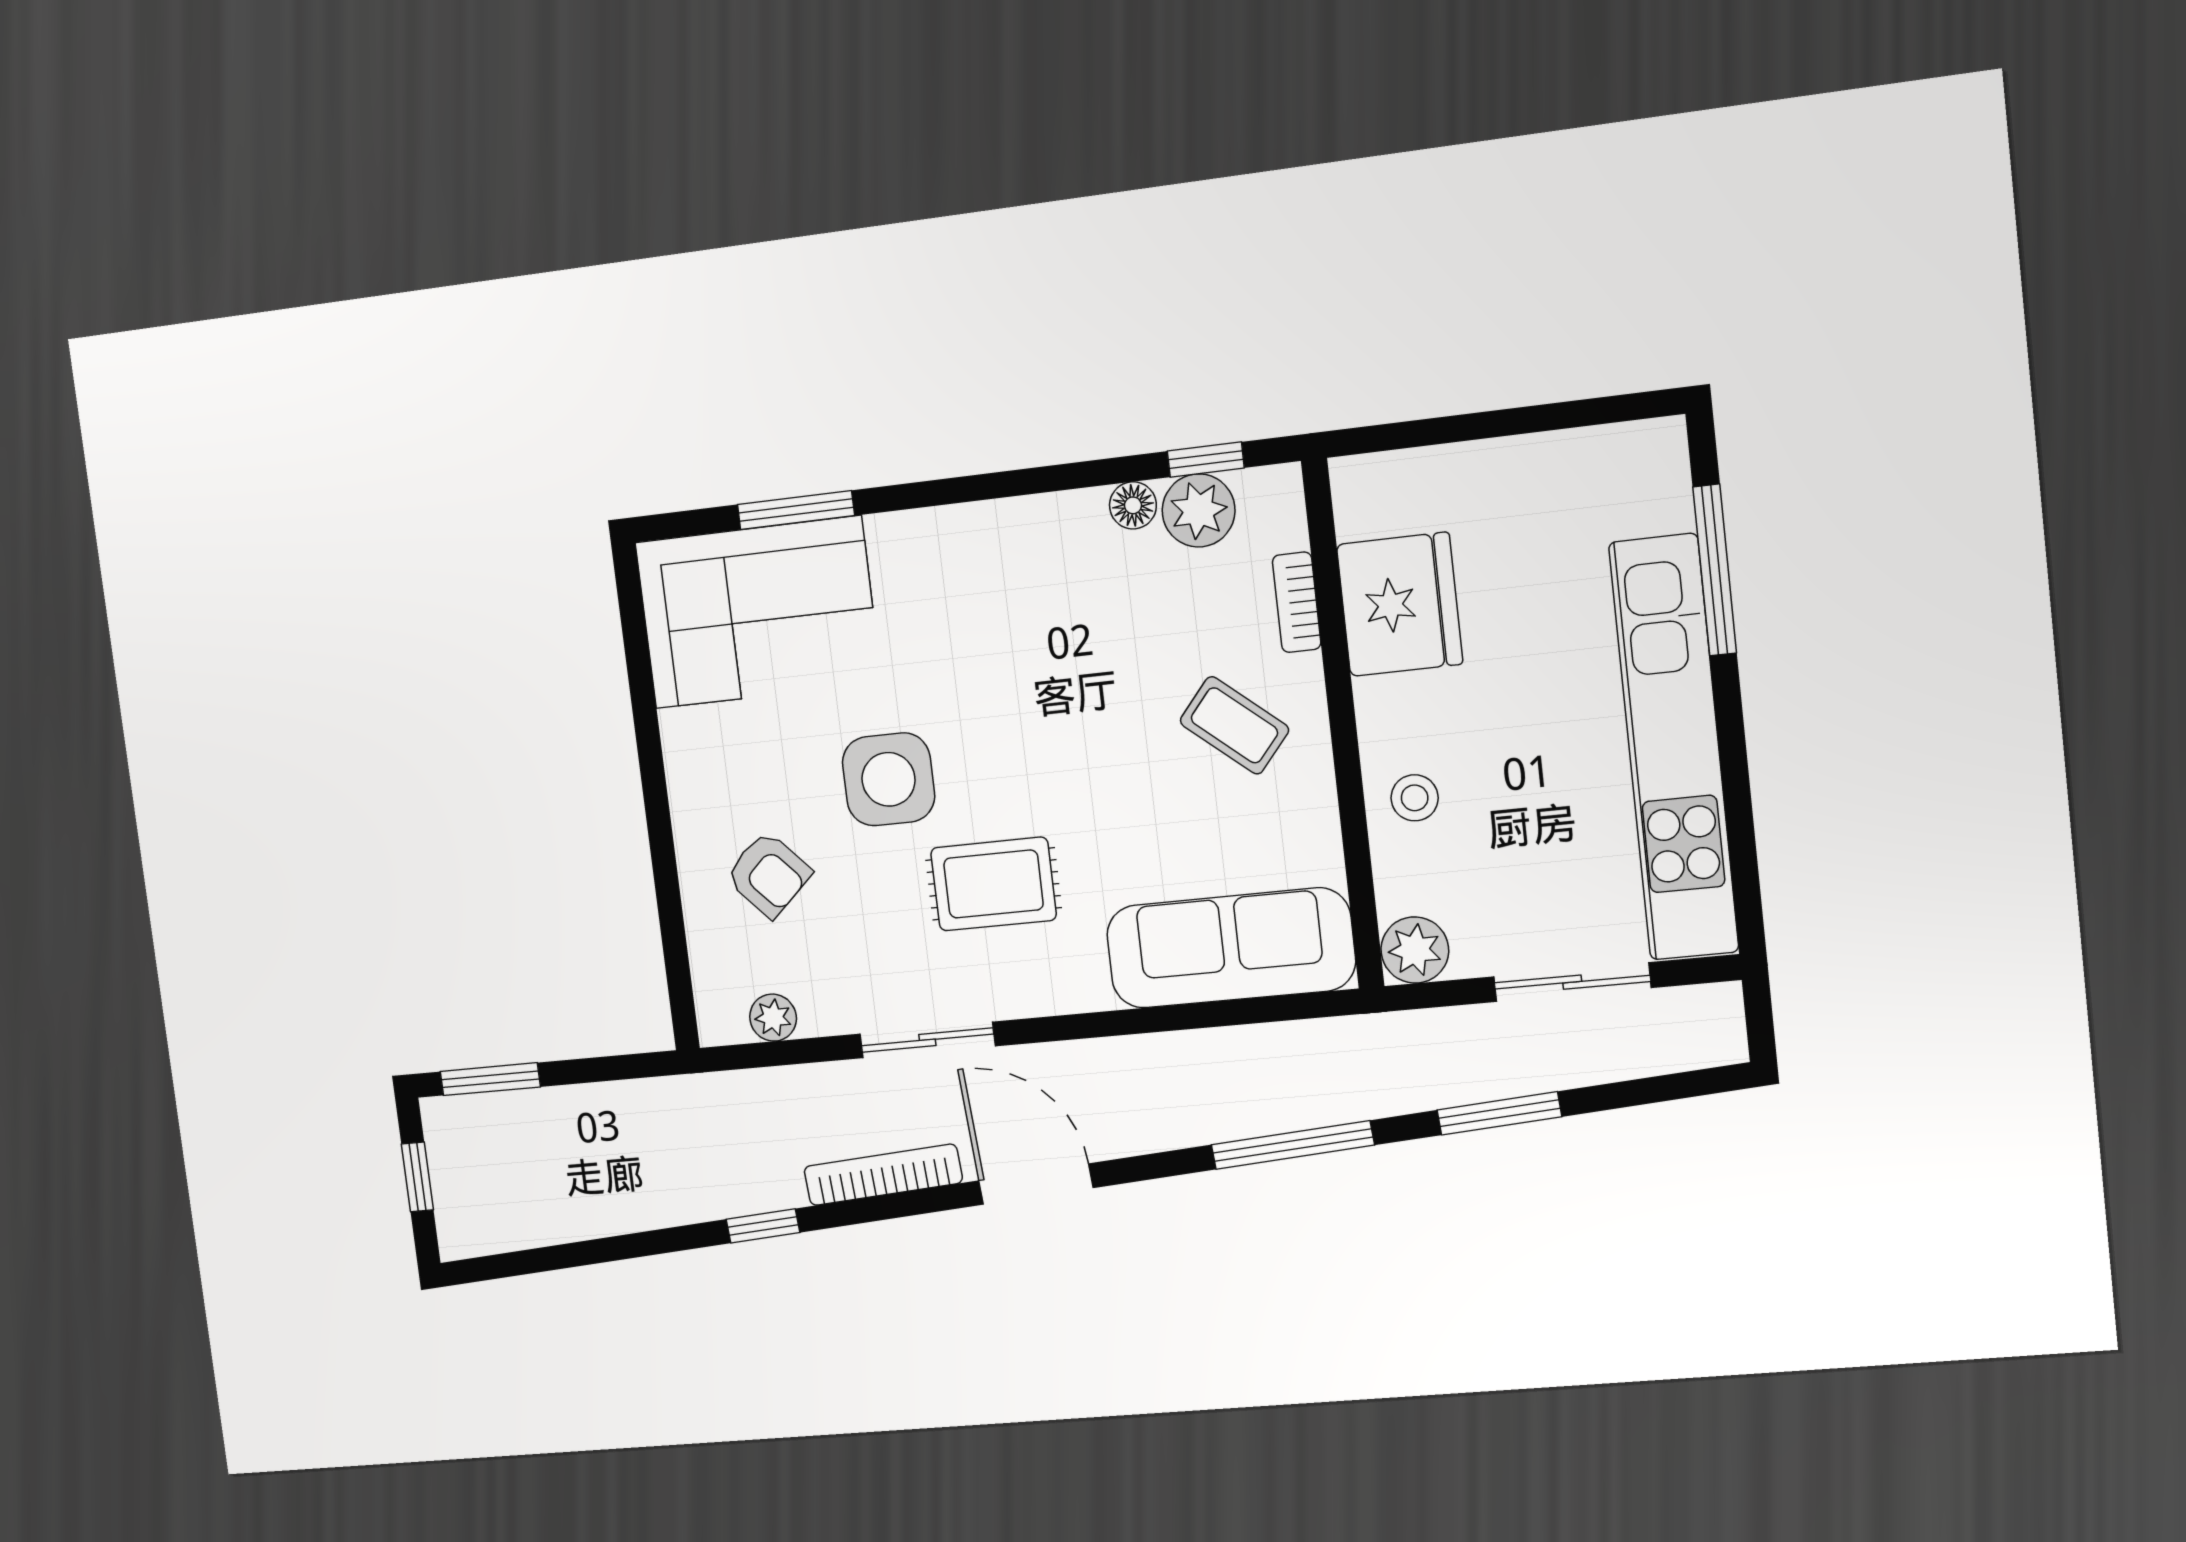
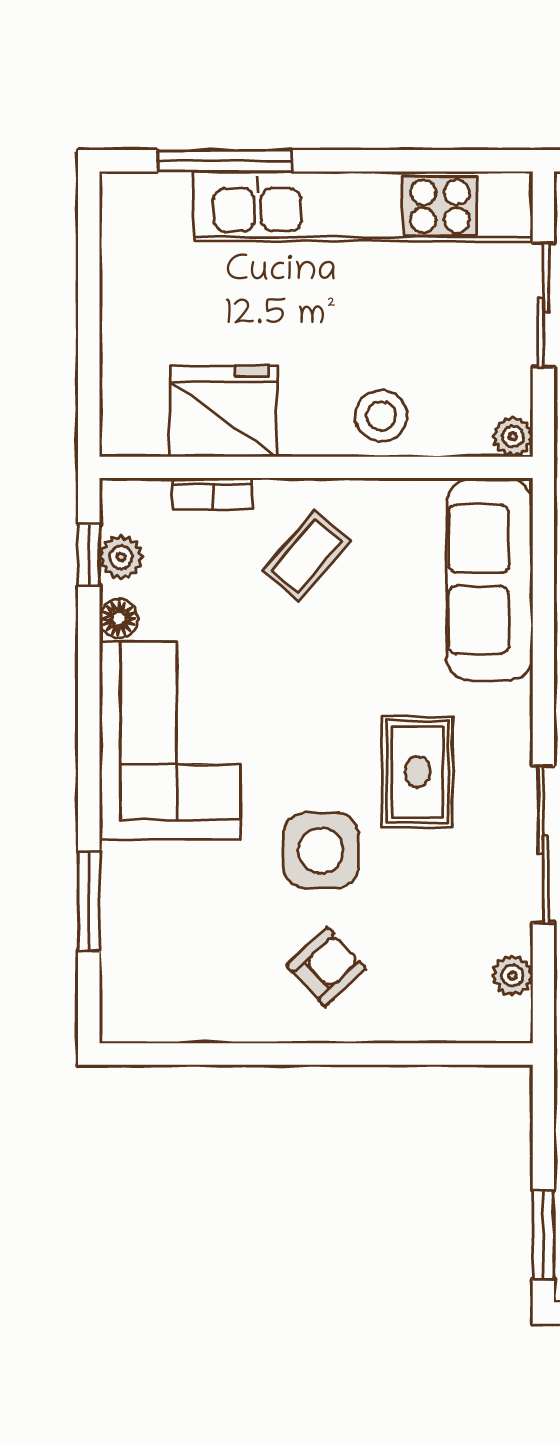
plant: (1199, 510) -> (121, 557), width x0.73, depth x0.73
corner sofa: (758, 612) -> (170, 741), moved
stool: (1415, 798) -> (381, 416), width x1.37, depth x1.37
armchair: (768, 874) -> (326, 967), moved
plant: (1415, 950) -> (513, 436), width x0.73, depth x0.73
sliding door: (927, 1040) -> (543, 844), width x1.37

